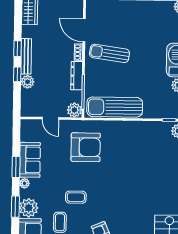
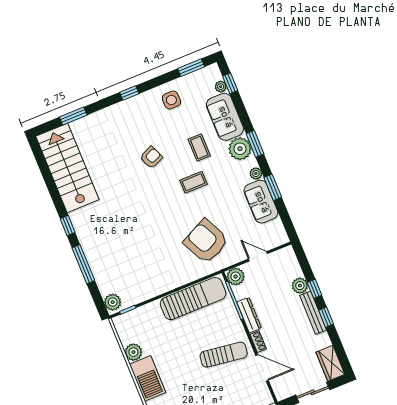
armchair: (86, 147) -> (206, 241), turned 64

